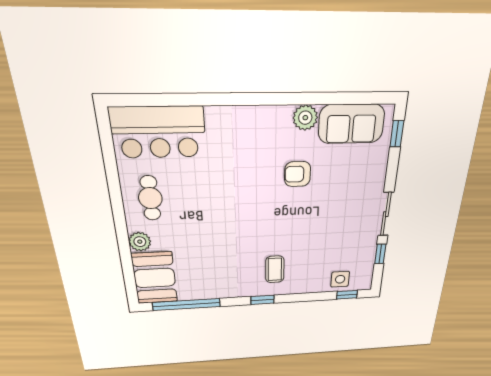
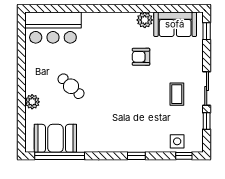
cafe table: (150, 198) -> (71, 86), moved, turned -47
coffee table: (275, 269) -> (177, 94), moved
booth: (155, 278) -> (55, 138), moved, turned 90
window: (262, 300) -> (136, 156), moved

